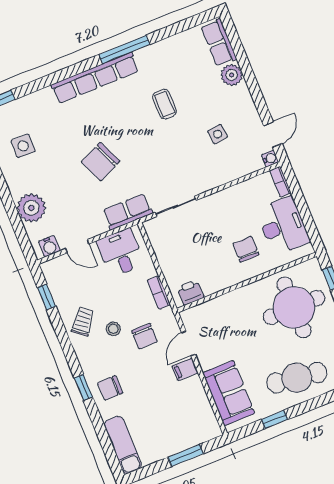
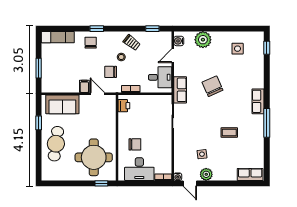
plant: (232, 75) -> (206, 174), moved
row of seats: (95, 78) -> (258, 101), width x0.50

